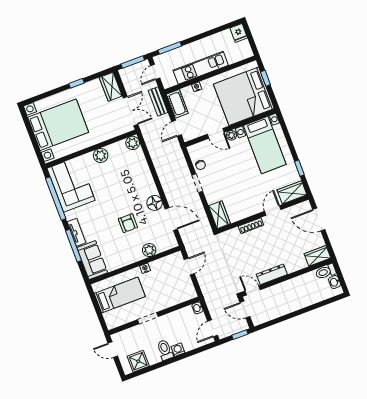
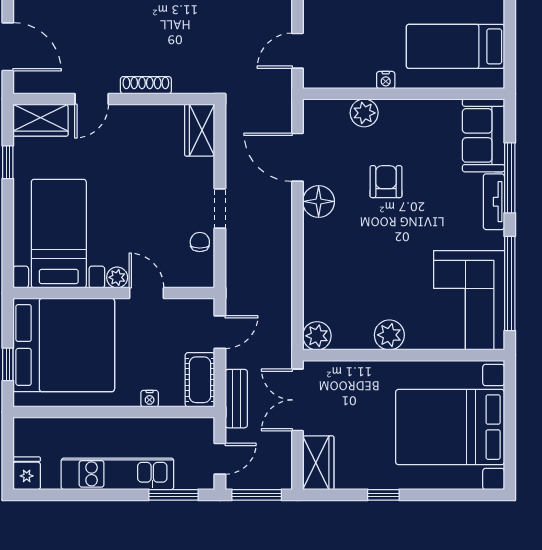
kitchen unit: (201, 68) -> (117, 474), moved, turned 180

